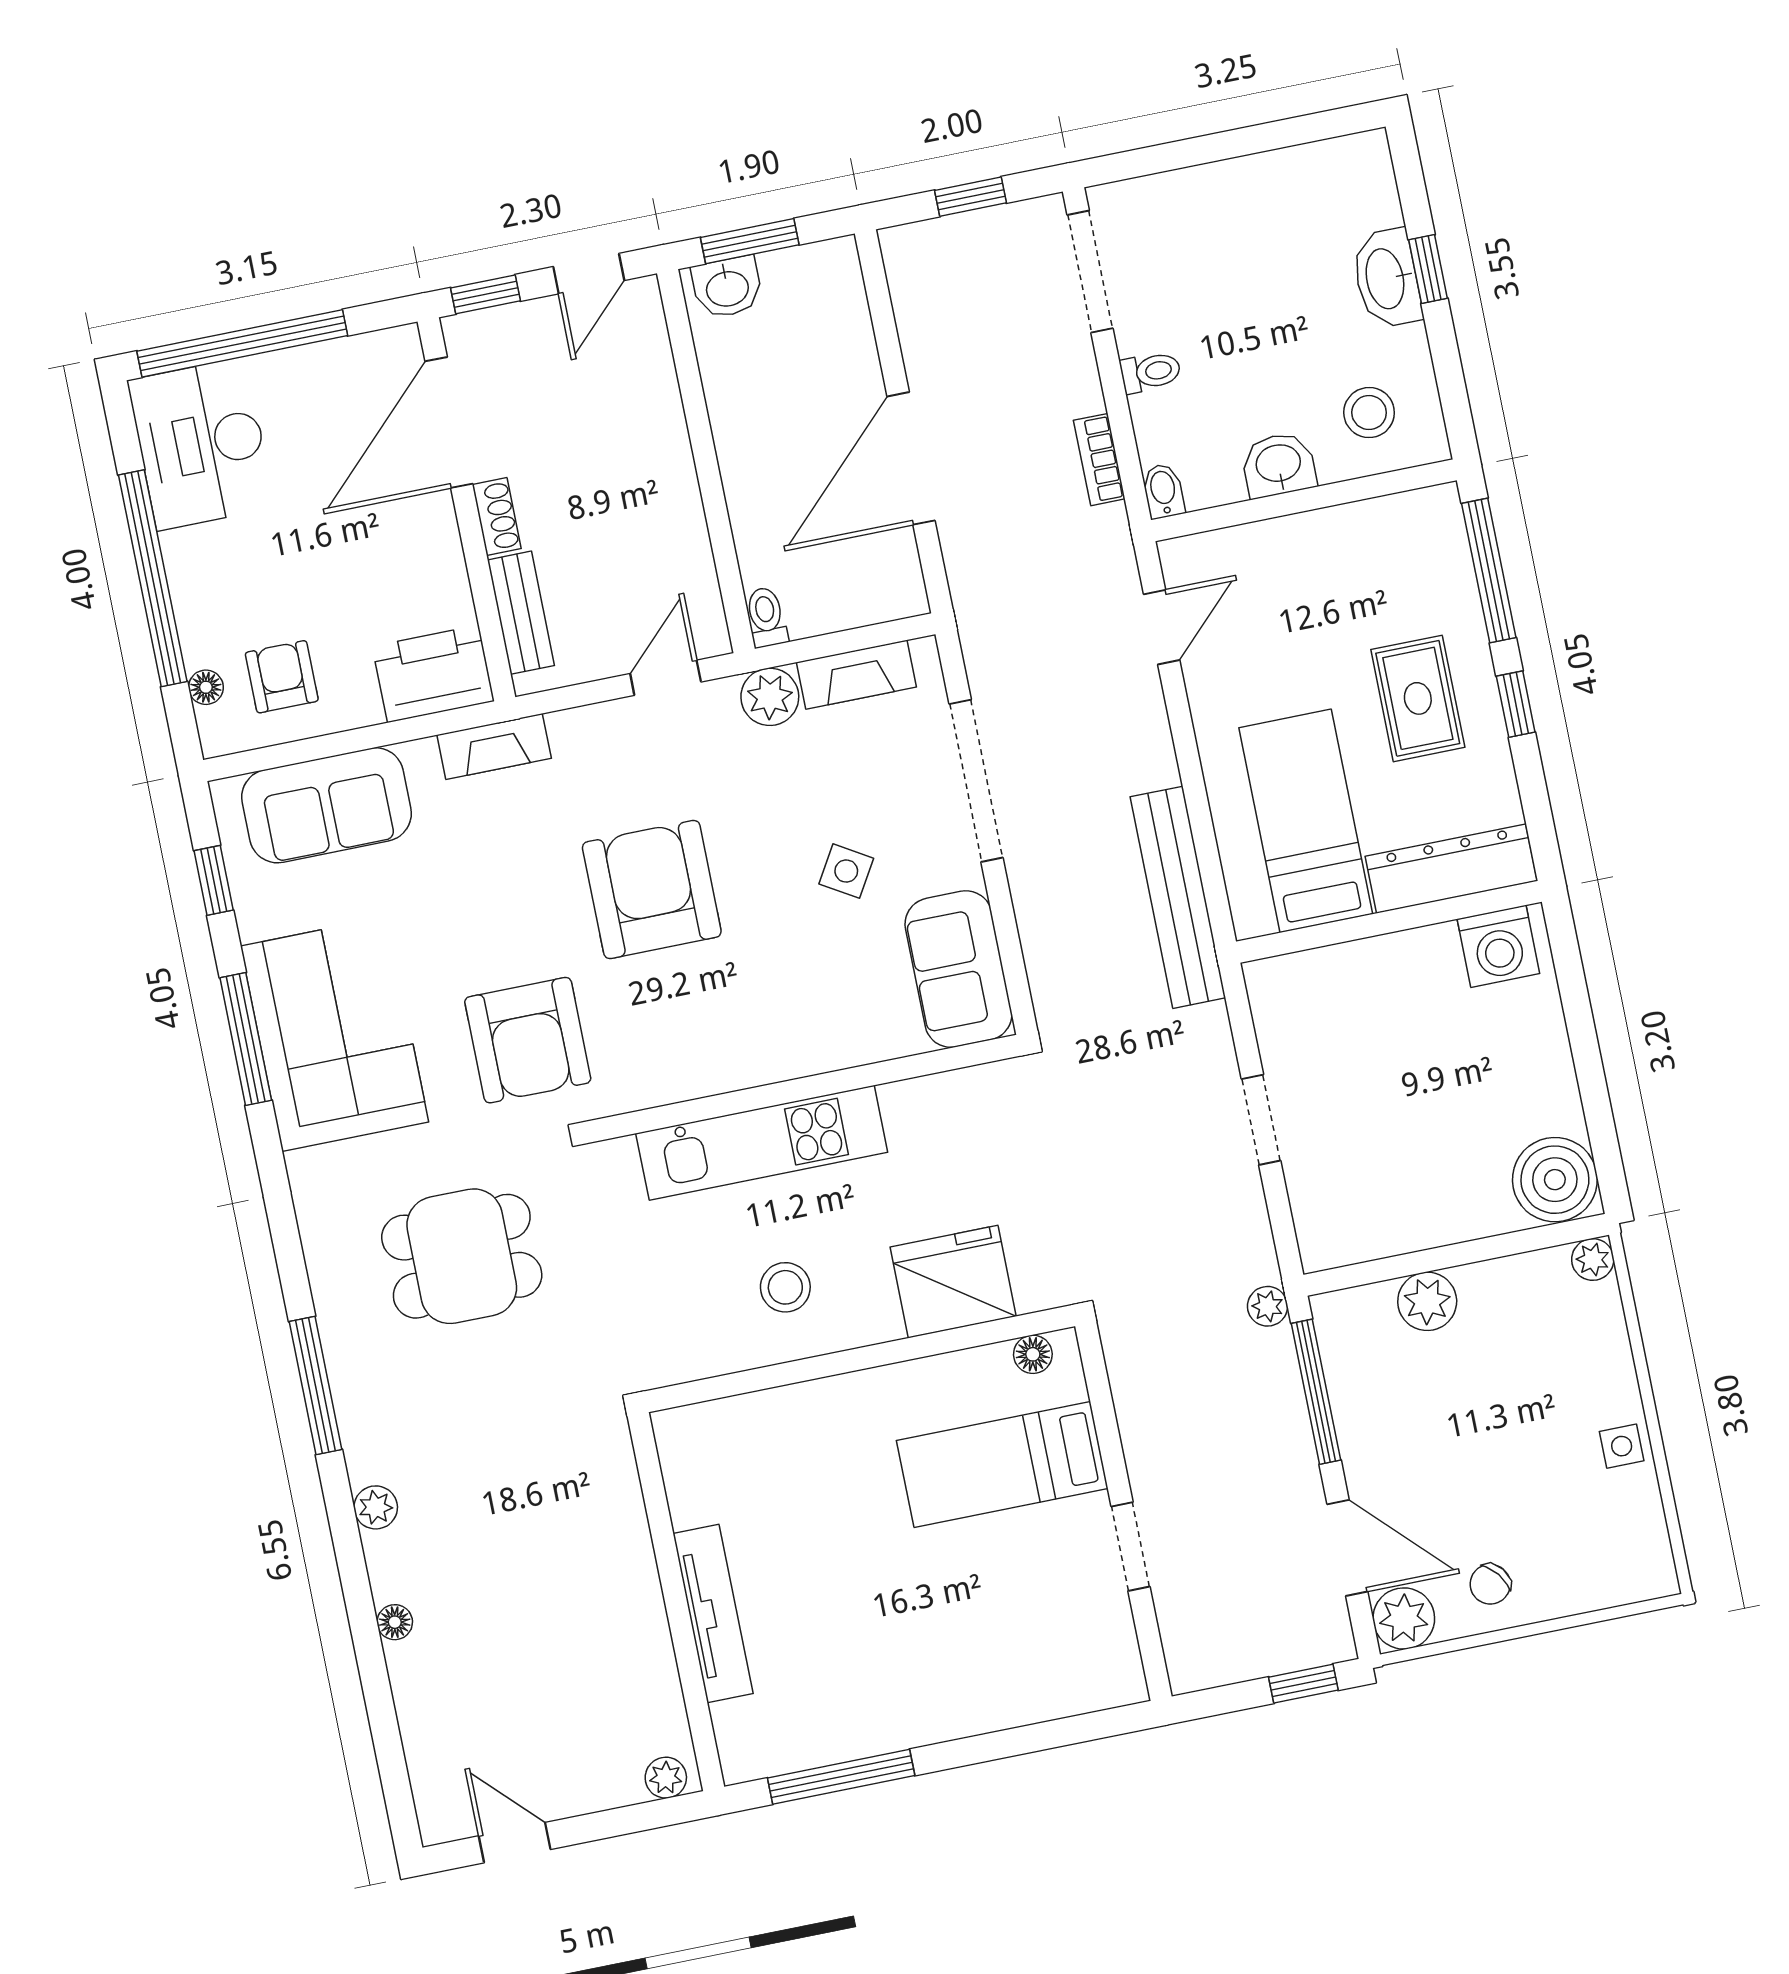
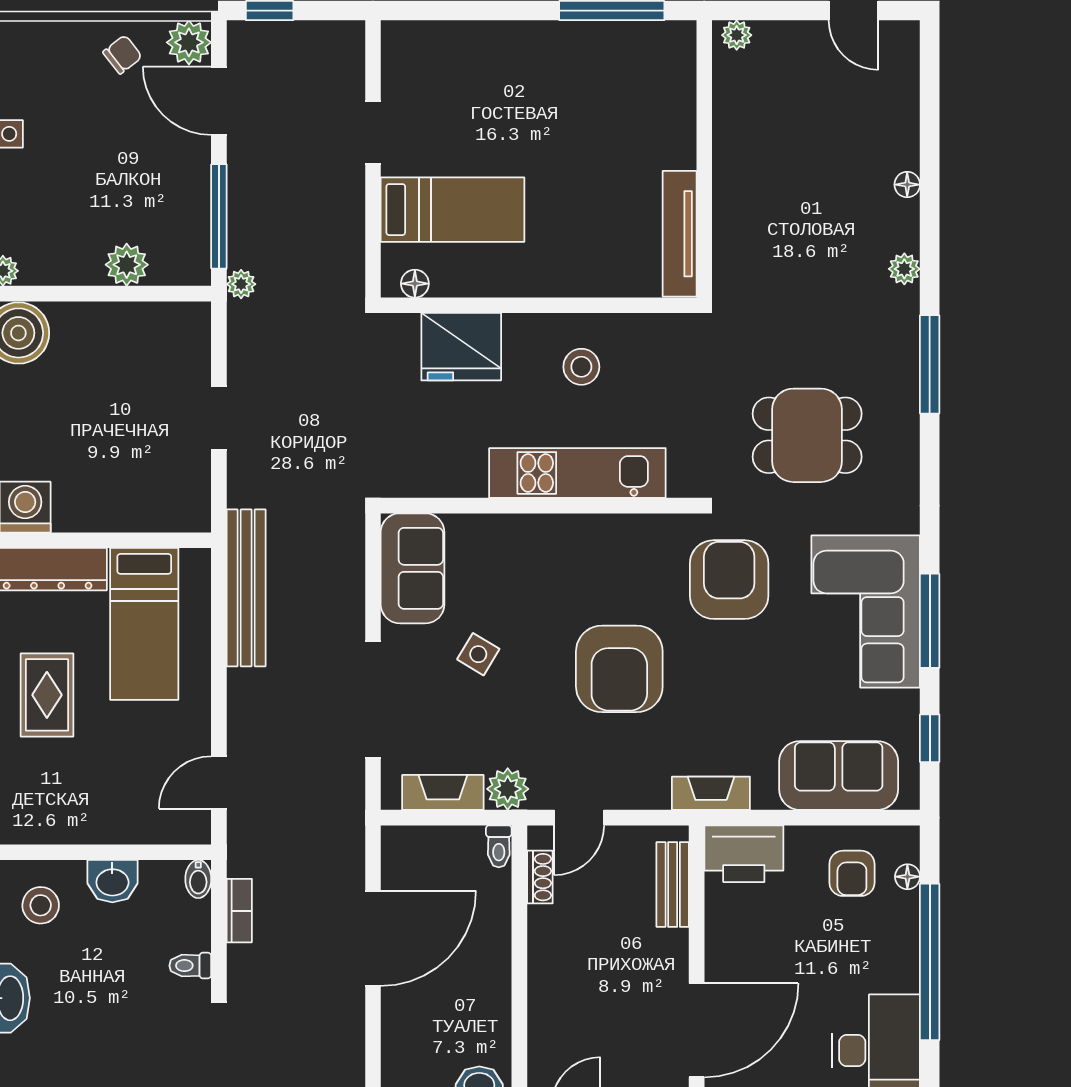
shoe rack: (497, 517) -> (540, 877), moved, turned 180
tv unit: (713, 1613) -> (680, 234), moved

